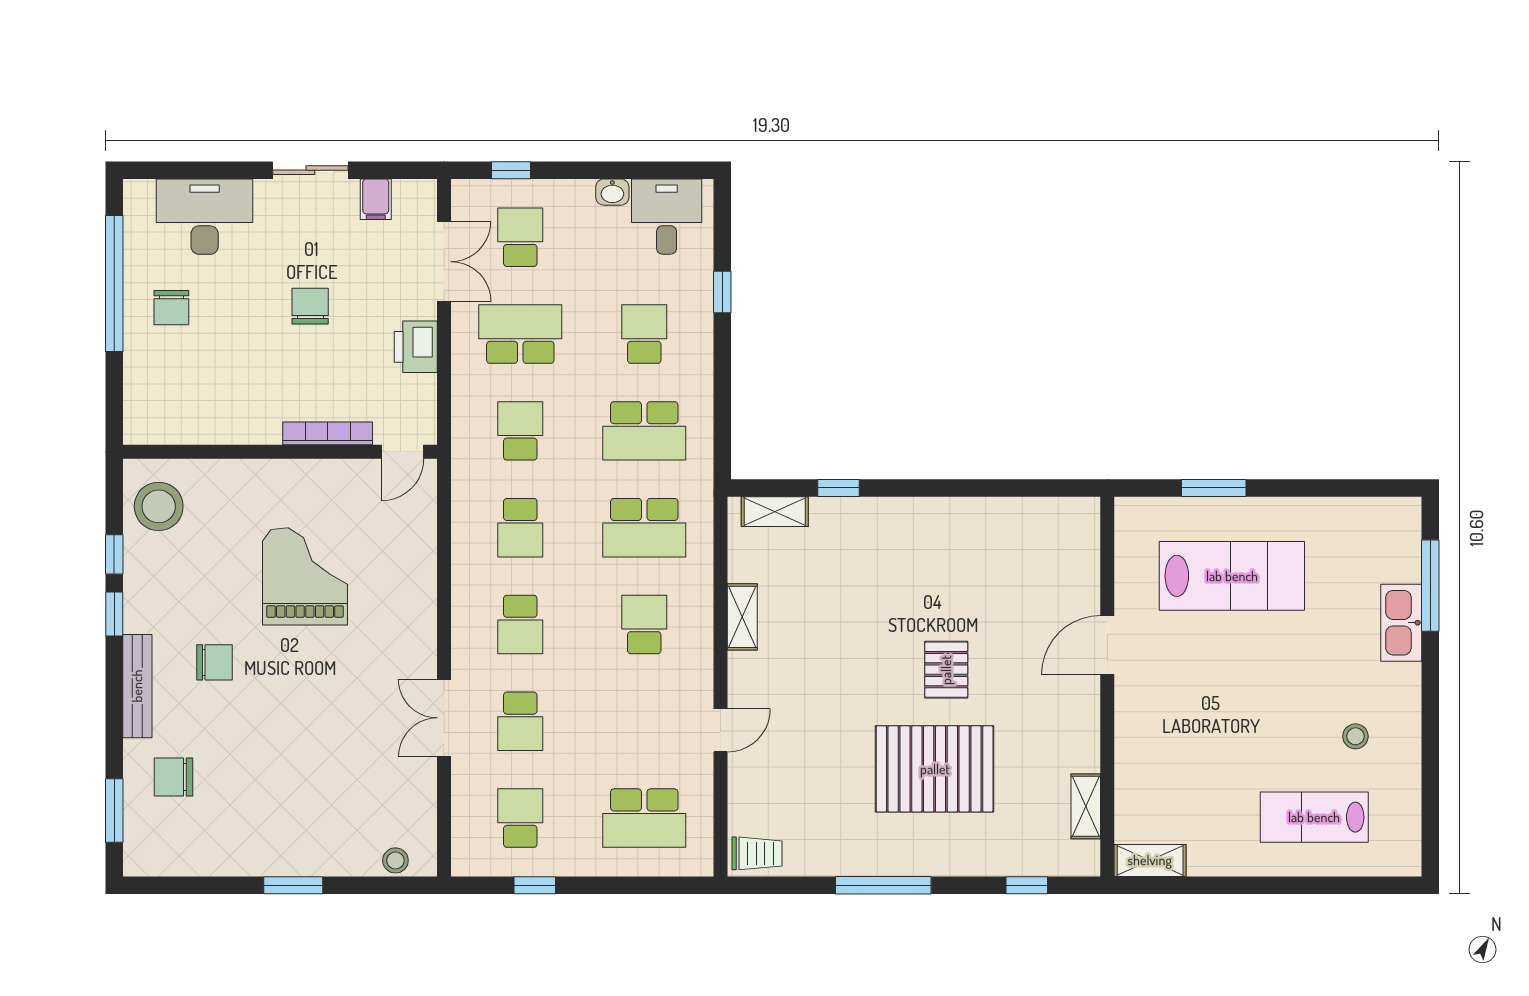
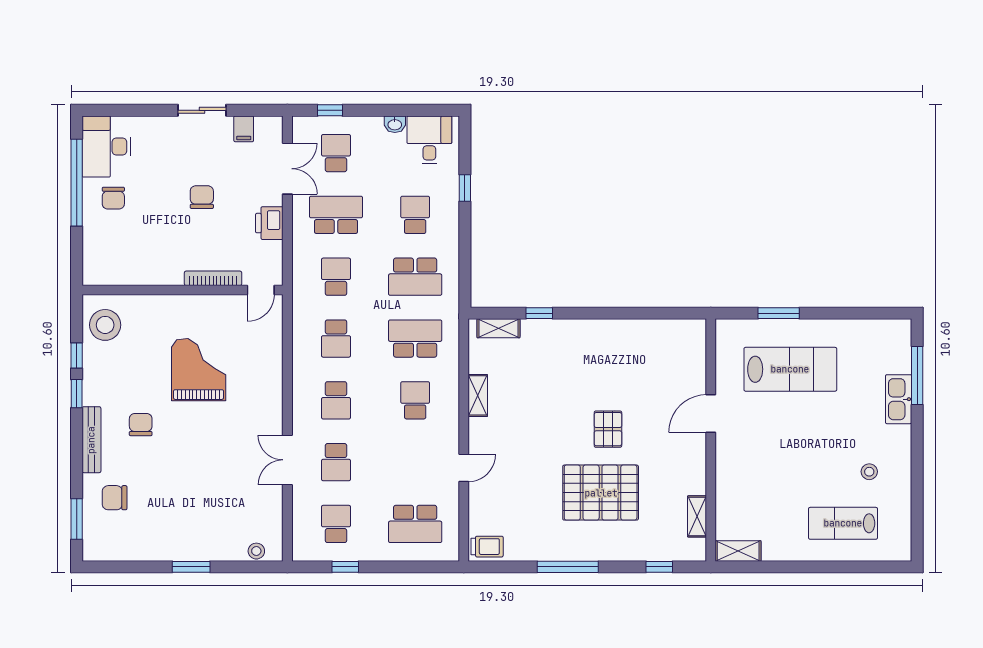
desk: (205, 217) -> (106, 147), moved, turned -90
school desk: (644, 528) -> (415, 339), turned 180
chair: (214, 662) -> (141, 425), turned -90

